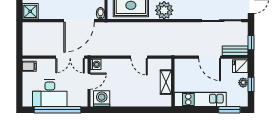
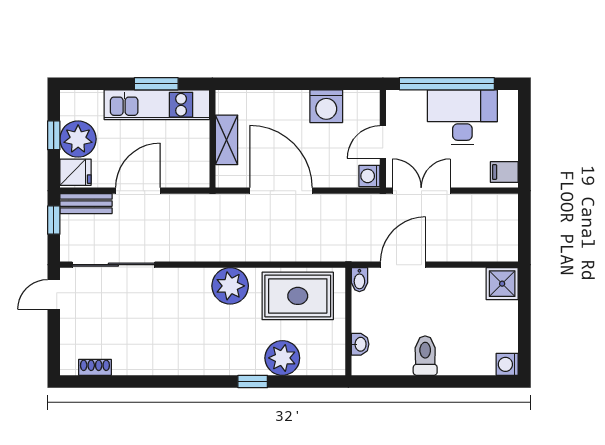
door: (79, 21) -> (403, 265), width x0.73
door: (139, 57) -> (281, 191), width x1.88
door: (210, 57) -> (138, 191), hinge flipped
plant: (243, 83) -> (78, 139), width x1.87, depth x1.87
washing machine: (102, 99) -> (326, 106), moved
window: (229, 110) -> (156, 84), moved

